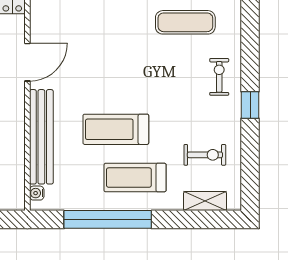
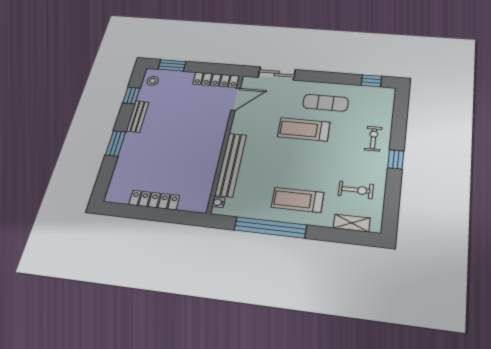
exercise mat: (185, 22) -> (326, 103), moved
door: (27, 62) -> (236, 99), moved
treadmill: (116, 129) -> (304, 129), moved

